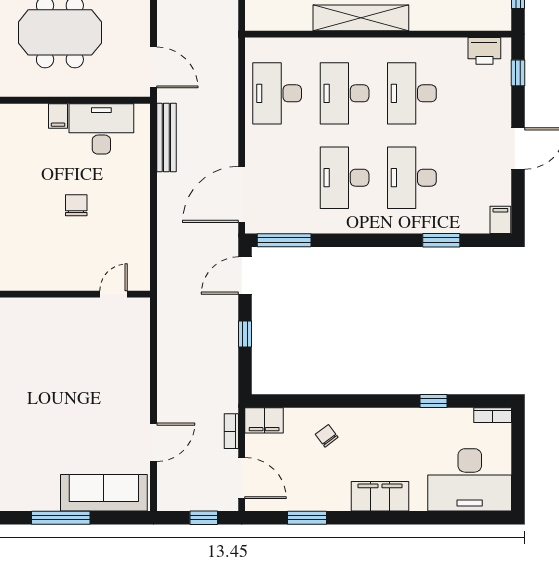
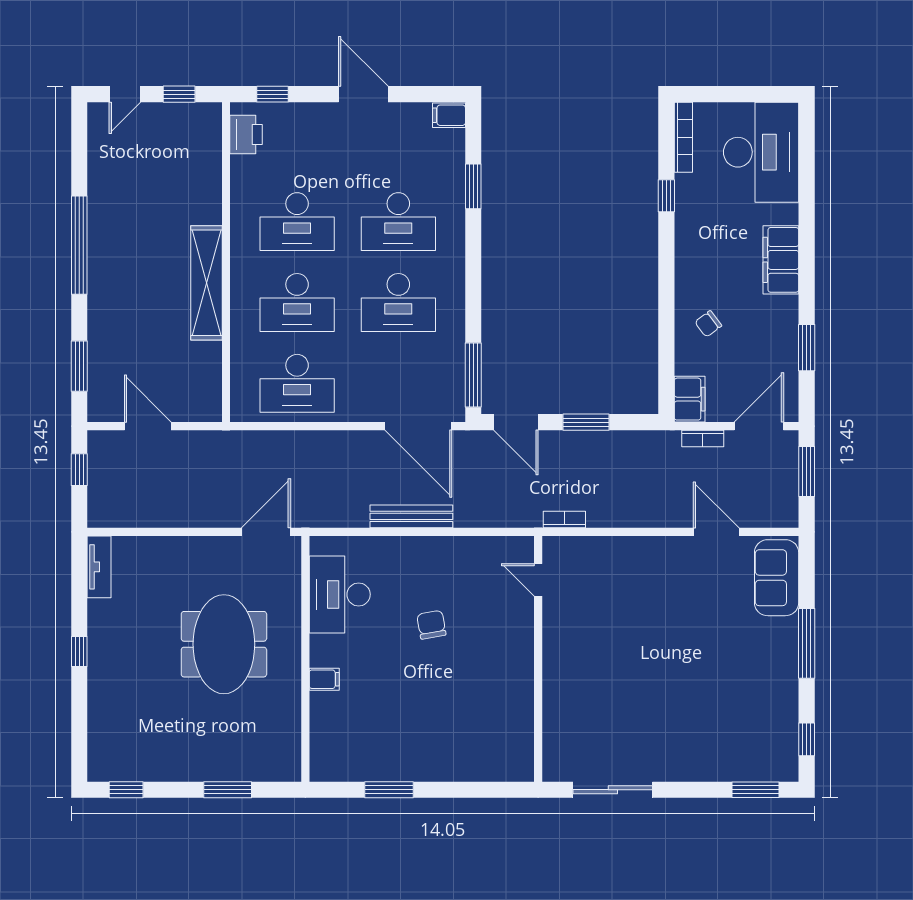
filing cabinet: (58, 116) -> (324, 679), moved
bench: (166, 137) -> (411, 516), moved
chair: (76, 205) -> (431, 625), turned 80
bookcase: (164, 316) -> (564, 519), added
window: (245, 334) -> (586, 422), width x1.50
bookcase: (493, 415) -> (683, 137), width x1.56
sofa: (104, 493) -> (777, 578), width x0.73
window: (204, 518) -> (807, 472), width x1.50

